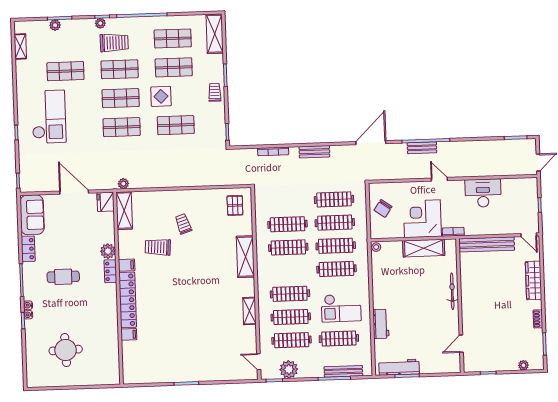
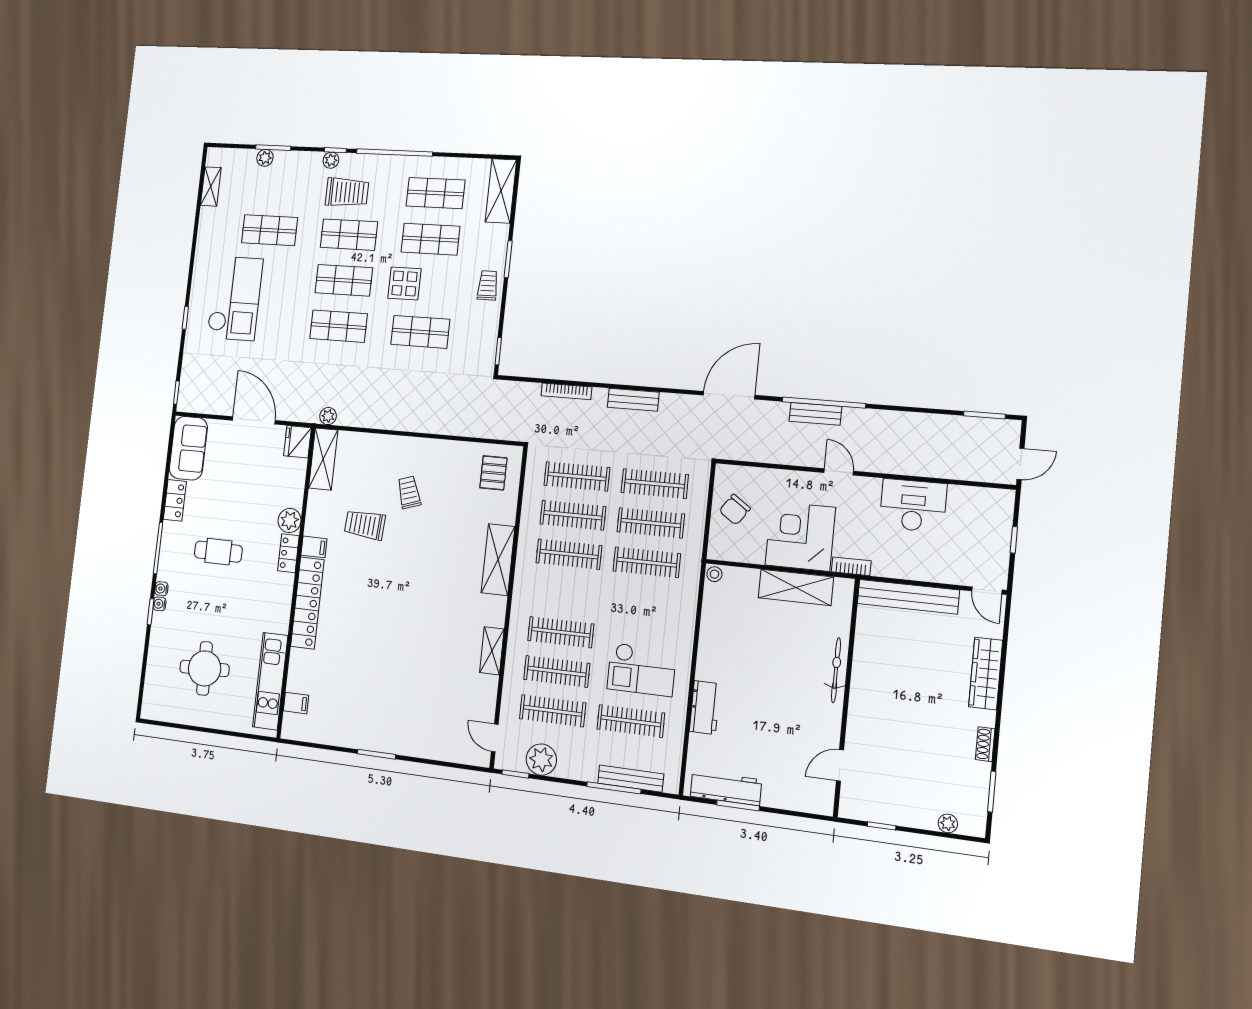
clothes rail: (336, 269) -> (577, 476), moved
filing cabinet: (129, 334) -> (296, 703), moved
kitchen unit: (111, 351) -> (270, 681), added

